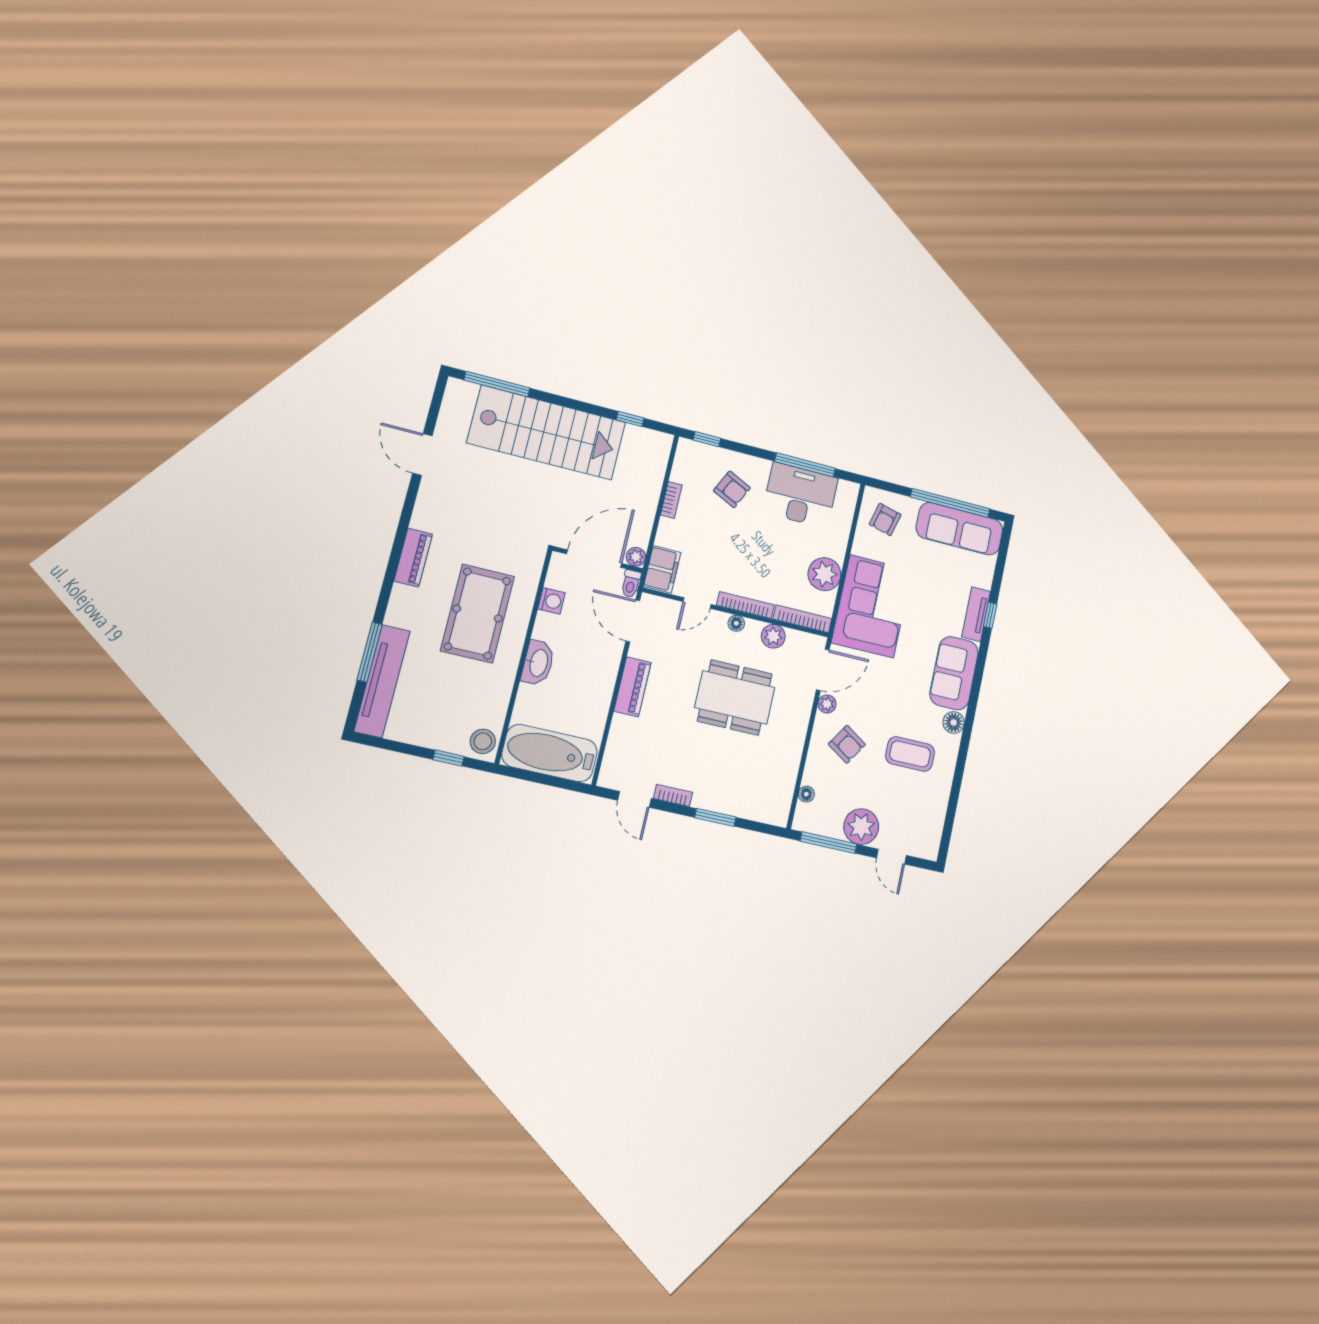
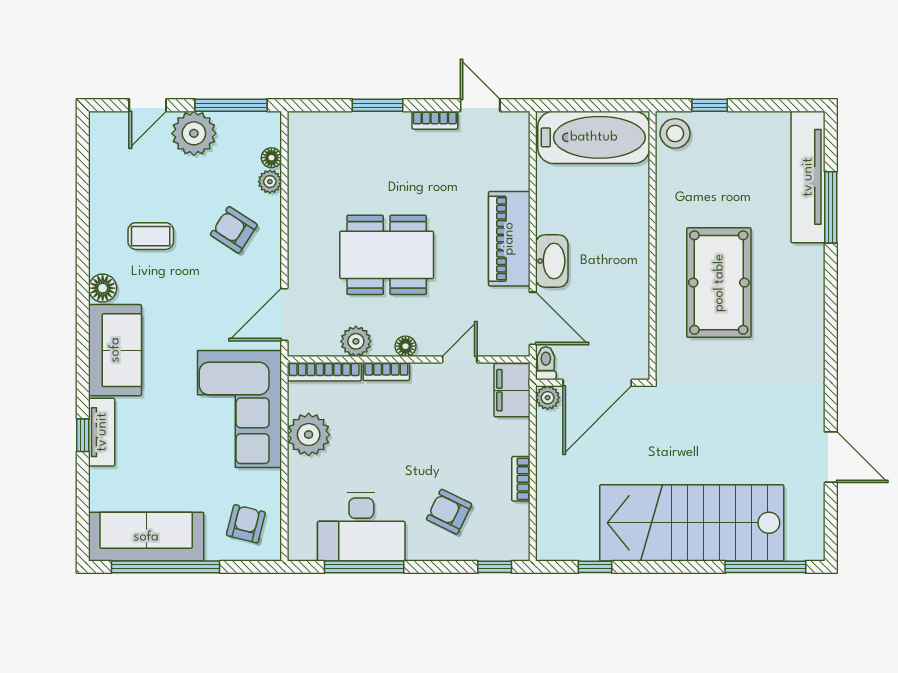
piano: (413, 558) -> (810, 331), removed
washing machine: (551, 601) -> (636, 319), removed
bookcase: (745, 605) -> (386, 372), width x0.64
washbasin: (538, 663) -> (552, 261), moved, turned 180
piano: (632, 687) -> (509, 239), width x1.37, depth x1.33
plant: (827, 704) -> (270, 182), moved
coffee table: (910, 754) -> (151, 236), width x0.73, depth x0.77
door: (891, 857) -> (148, 105), swing flipped

